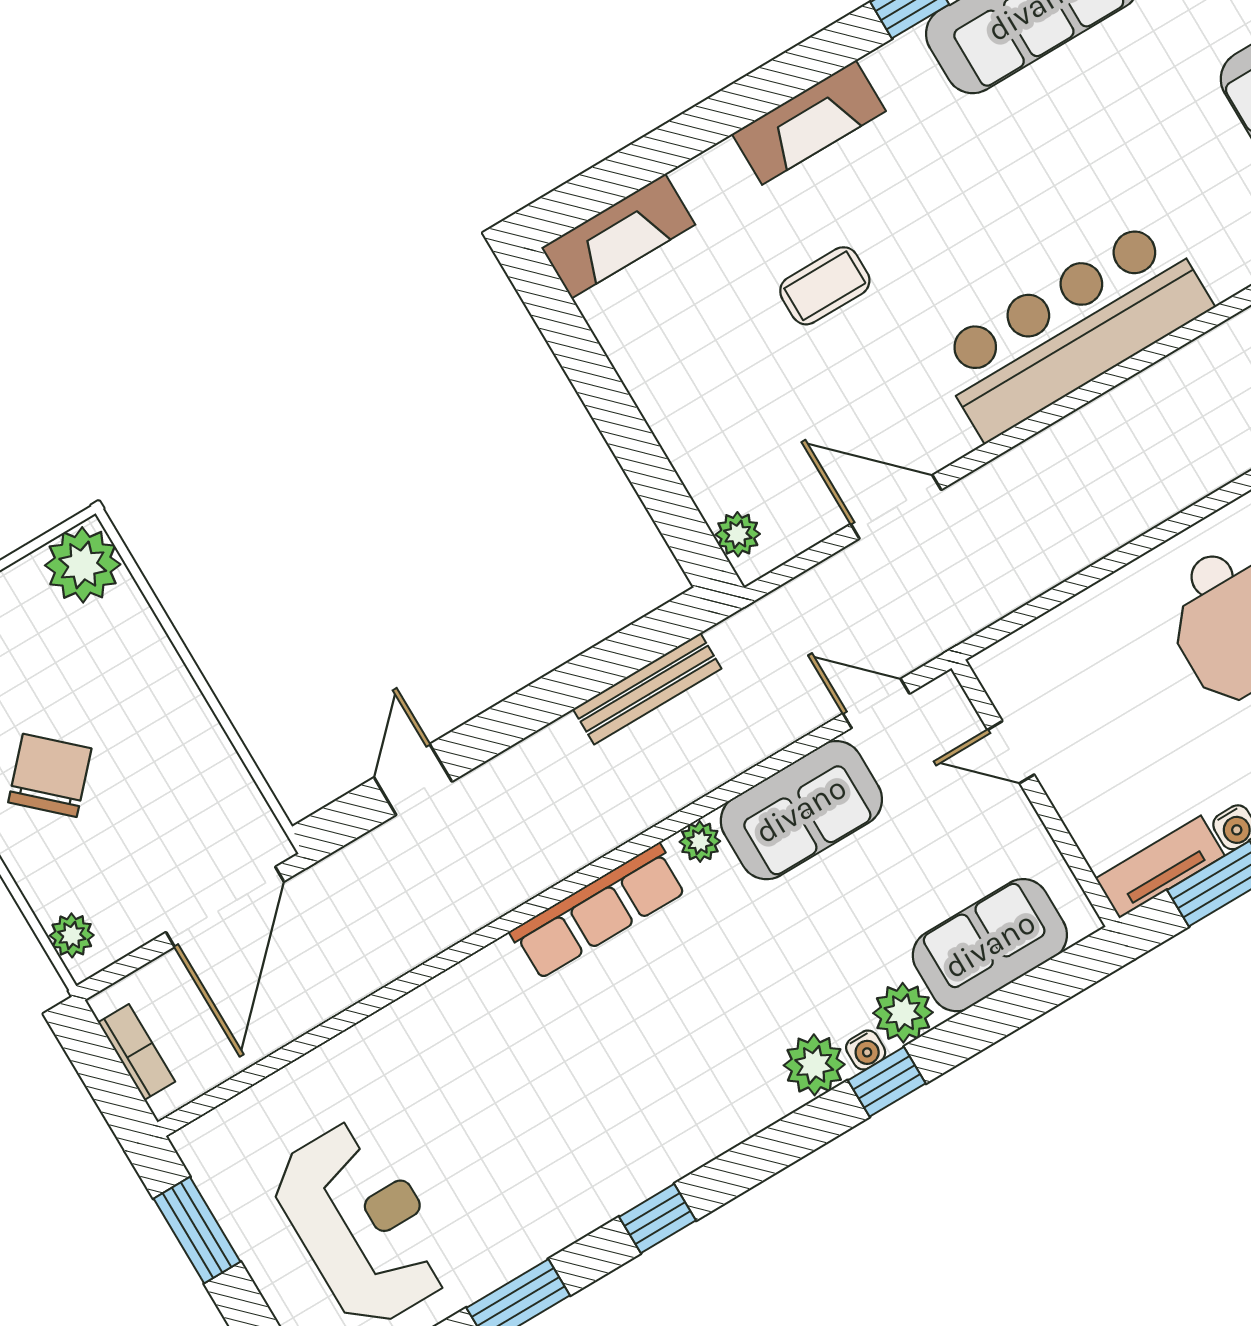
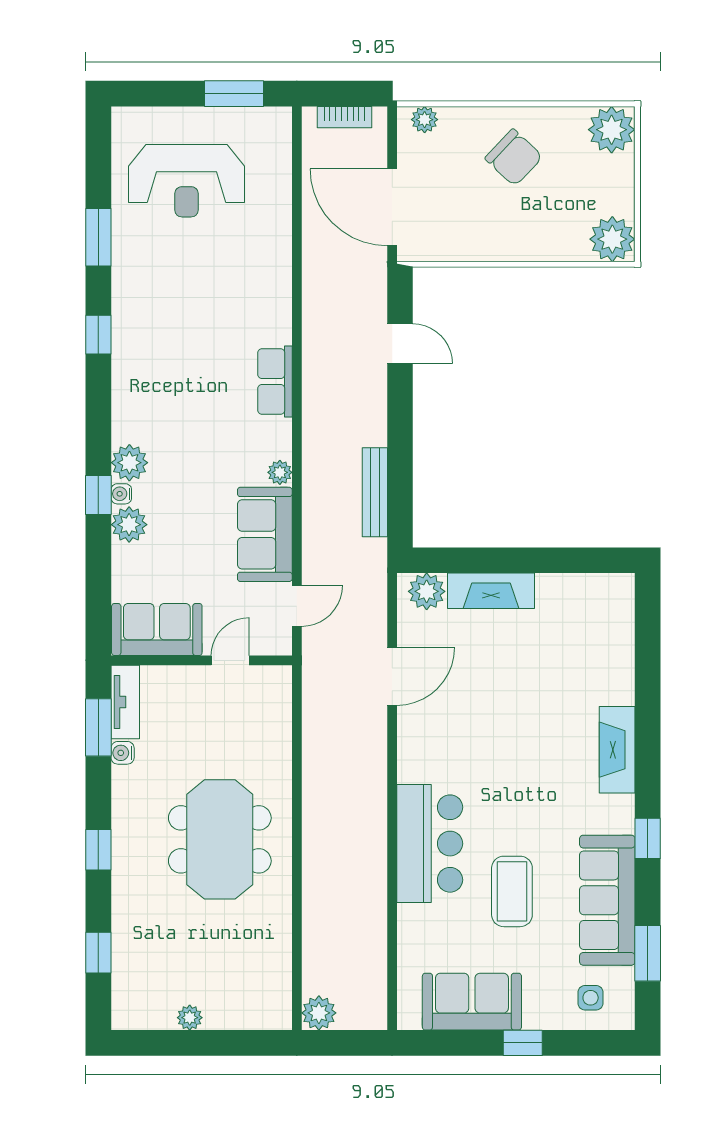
fireplace: (618, 236) -> (491, 591), moved, turned -90
coffee table: (825, 286) -> (512, 891), moved, width x1.36, depth x1.30
bar counter: (1072, 329) -> (430, 844), width x0.73
plant: (738, 534) -> (427, 591), width x1.38, depth x1.38
row of seats: (598, 911) -> (275, 381), width x0.68
sofa: (990, 945) -> (157, 629), moved, turned -90

